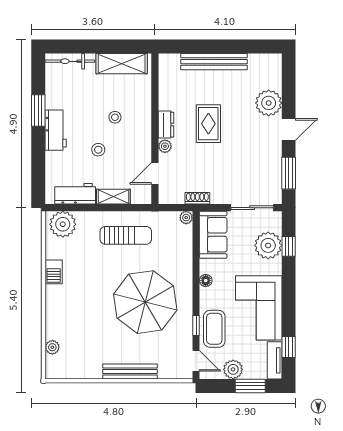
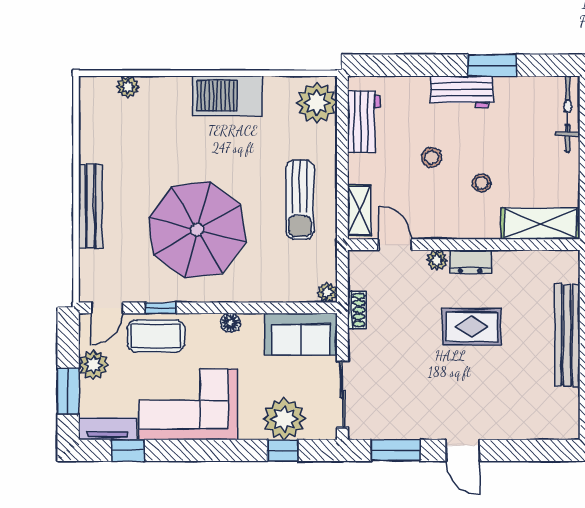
shelving: (122, 64) -> (541, 224), moved, turned 90
plant: (269, 103) -> (504, 420), removed
shelving: (113, 197) -> (359, 210), moved
barbecue: (54, 272) -> (227, 96), width x1.88, depth x1.53

